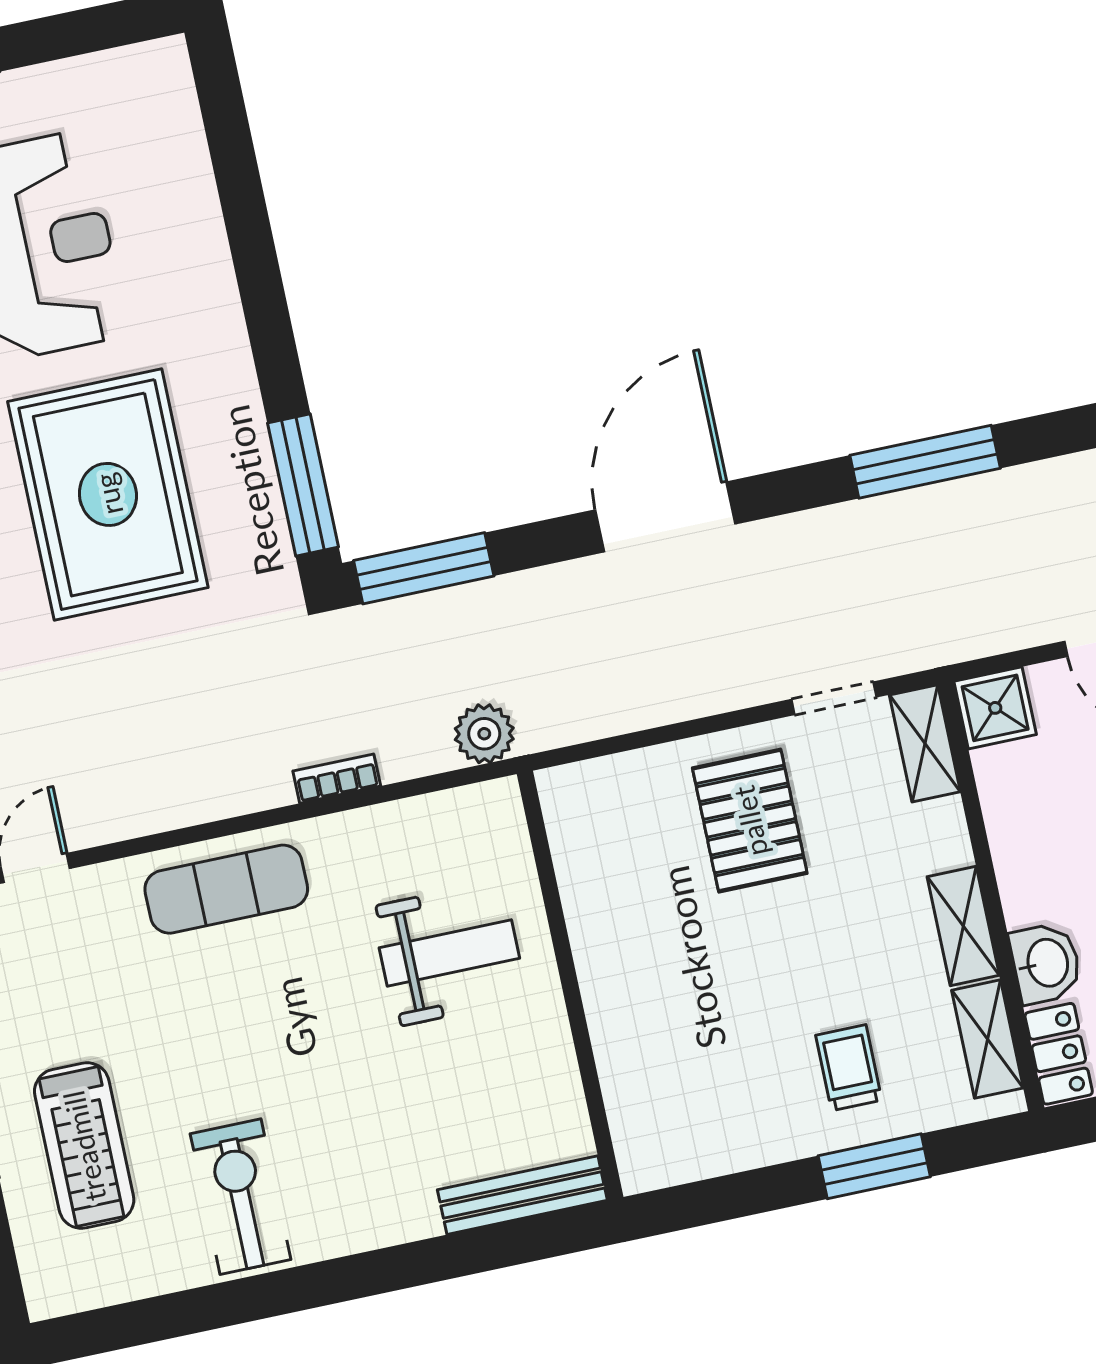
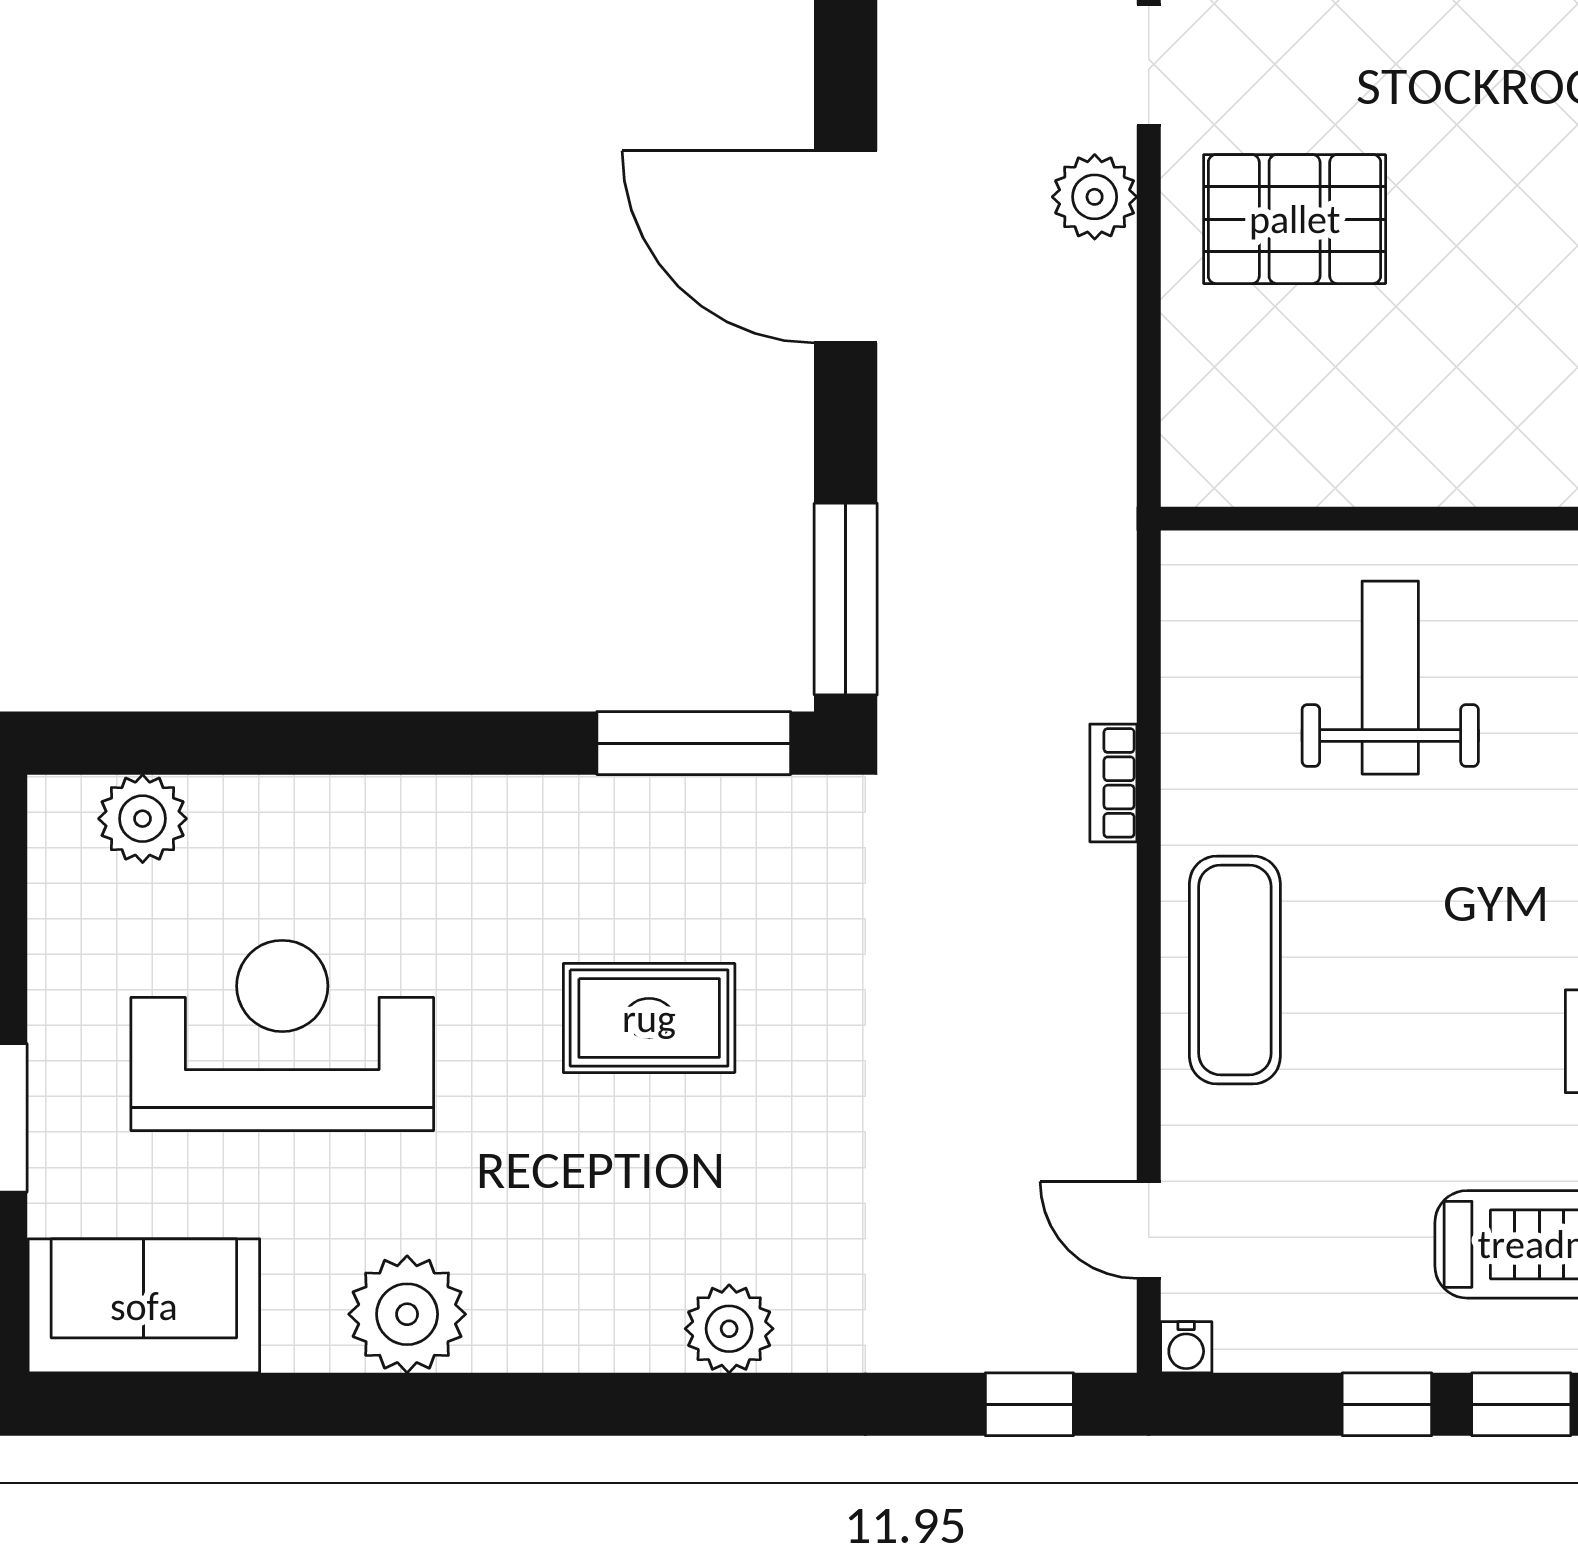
plant: (171, 118) -> (143, 819), added
rug: (108, 494) -> (649, 1018), width x0.54, depth x0.49
plant: (484, 734) -> (1095, 197), moved

